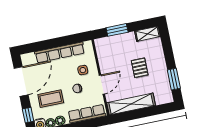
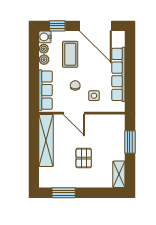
pallet: (140, 68) -> (84, 158), turned 90

